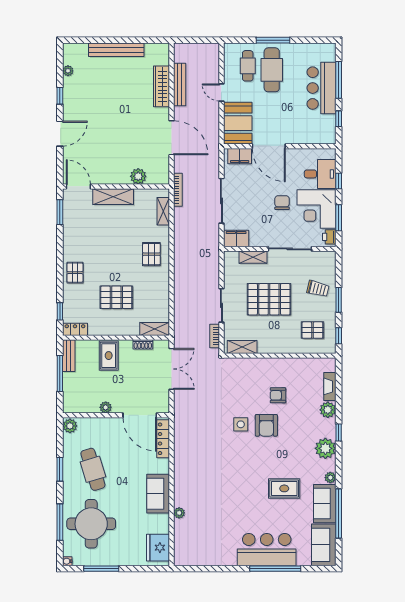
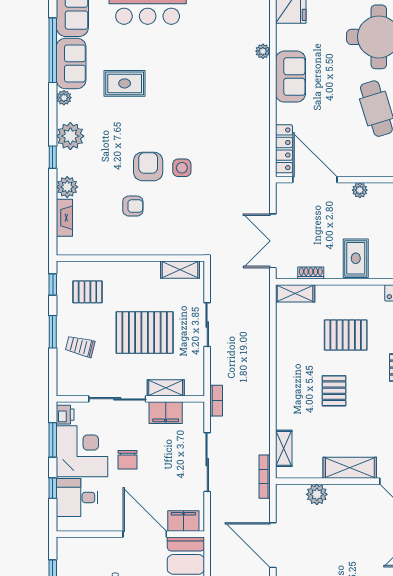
filing cabinet: (236, 238) -> (166, 413), moved
pallet: (151, 254) -> (334, 391), moved
bookcase: (215, 336) -> (216, 401), moved

